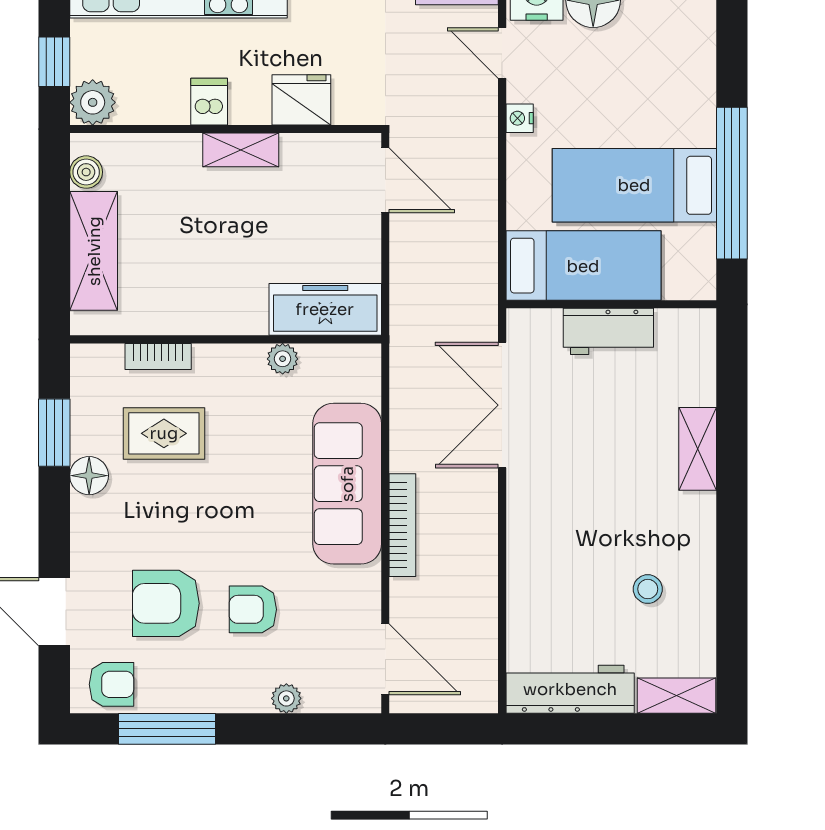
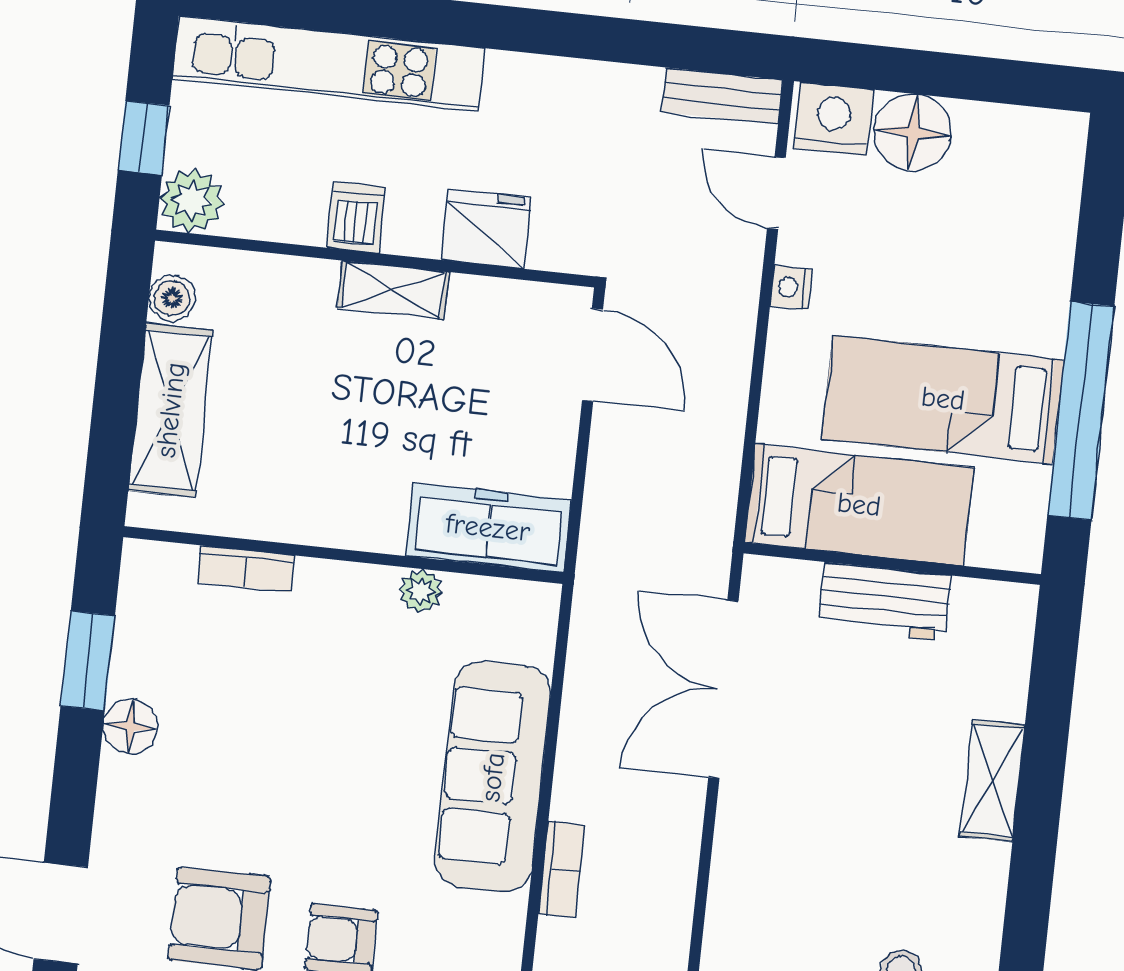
rug: (164, 433) -> (242, 678), removed
bookcase: (402, 525) -> (562, 870), width x0.64

